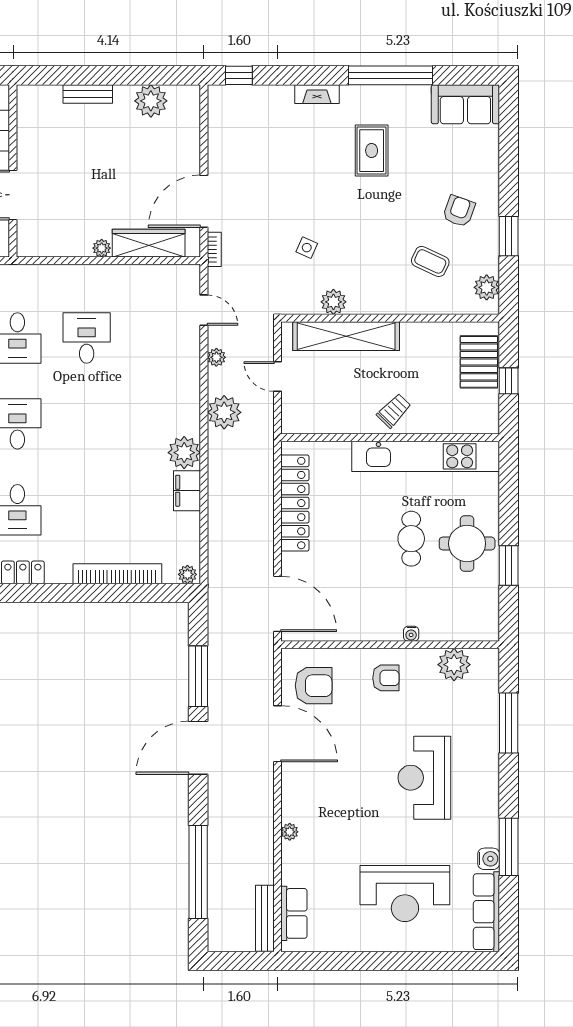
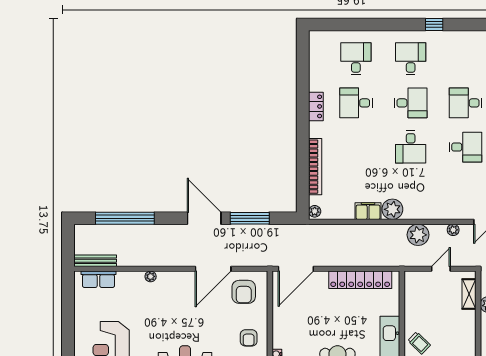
shelving: (346, 336) -> (469, 294), width x0.45, depth x0.75
desk: (87, 424) -> (411, 147), added

